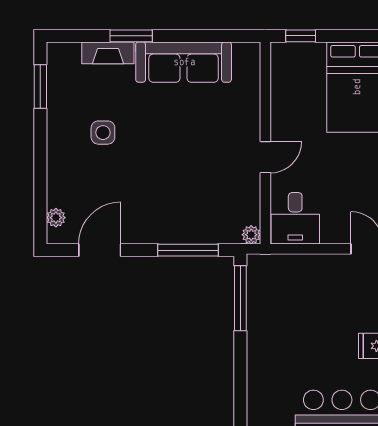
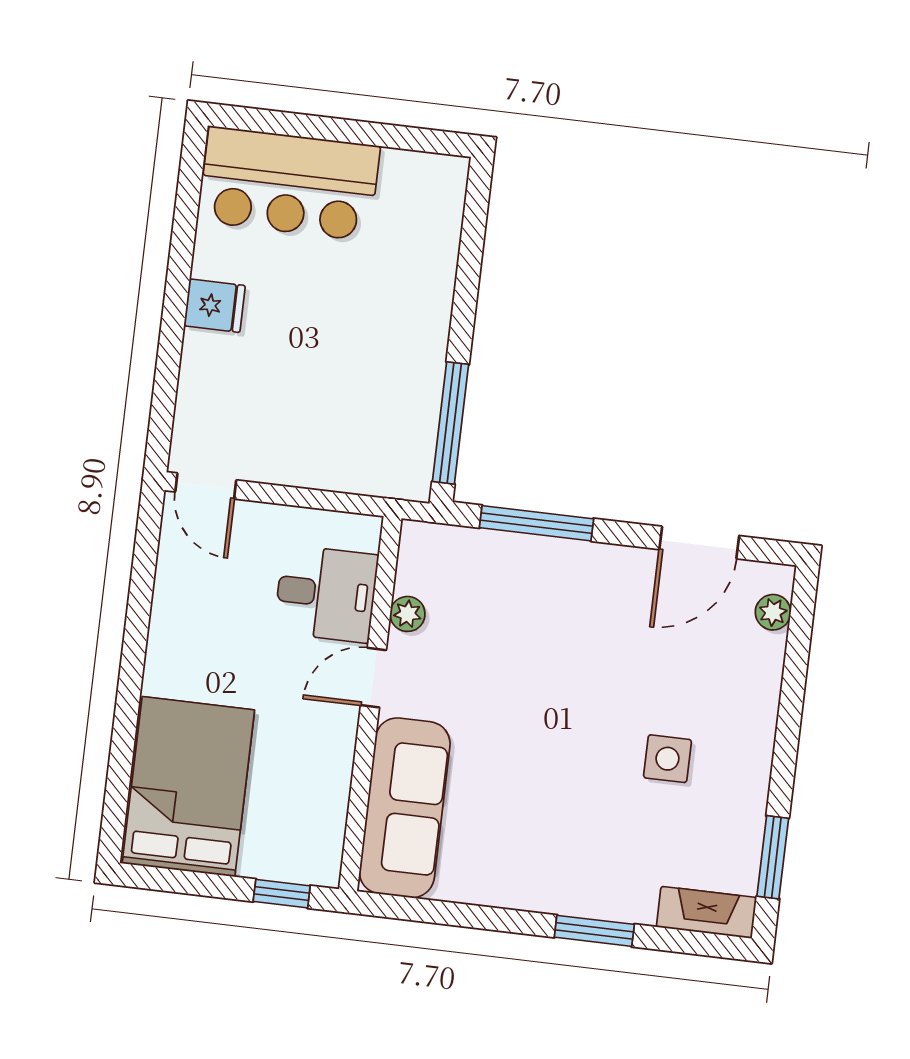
fireplace: (108, 53) -> (707, 912), moved
sofa: (184, 62) -> (405, 808), moved, turned 90
desk: (295, 218) -> (326, 594), moved, turned 90
plant: (251, 235) -> (408, 614), moved

